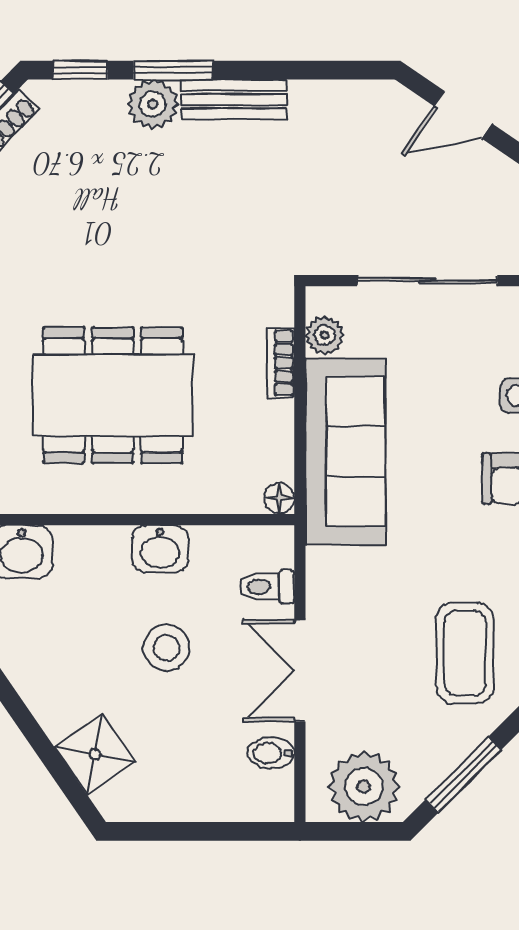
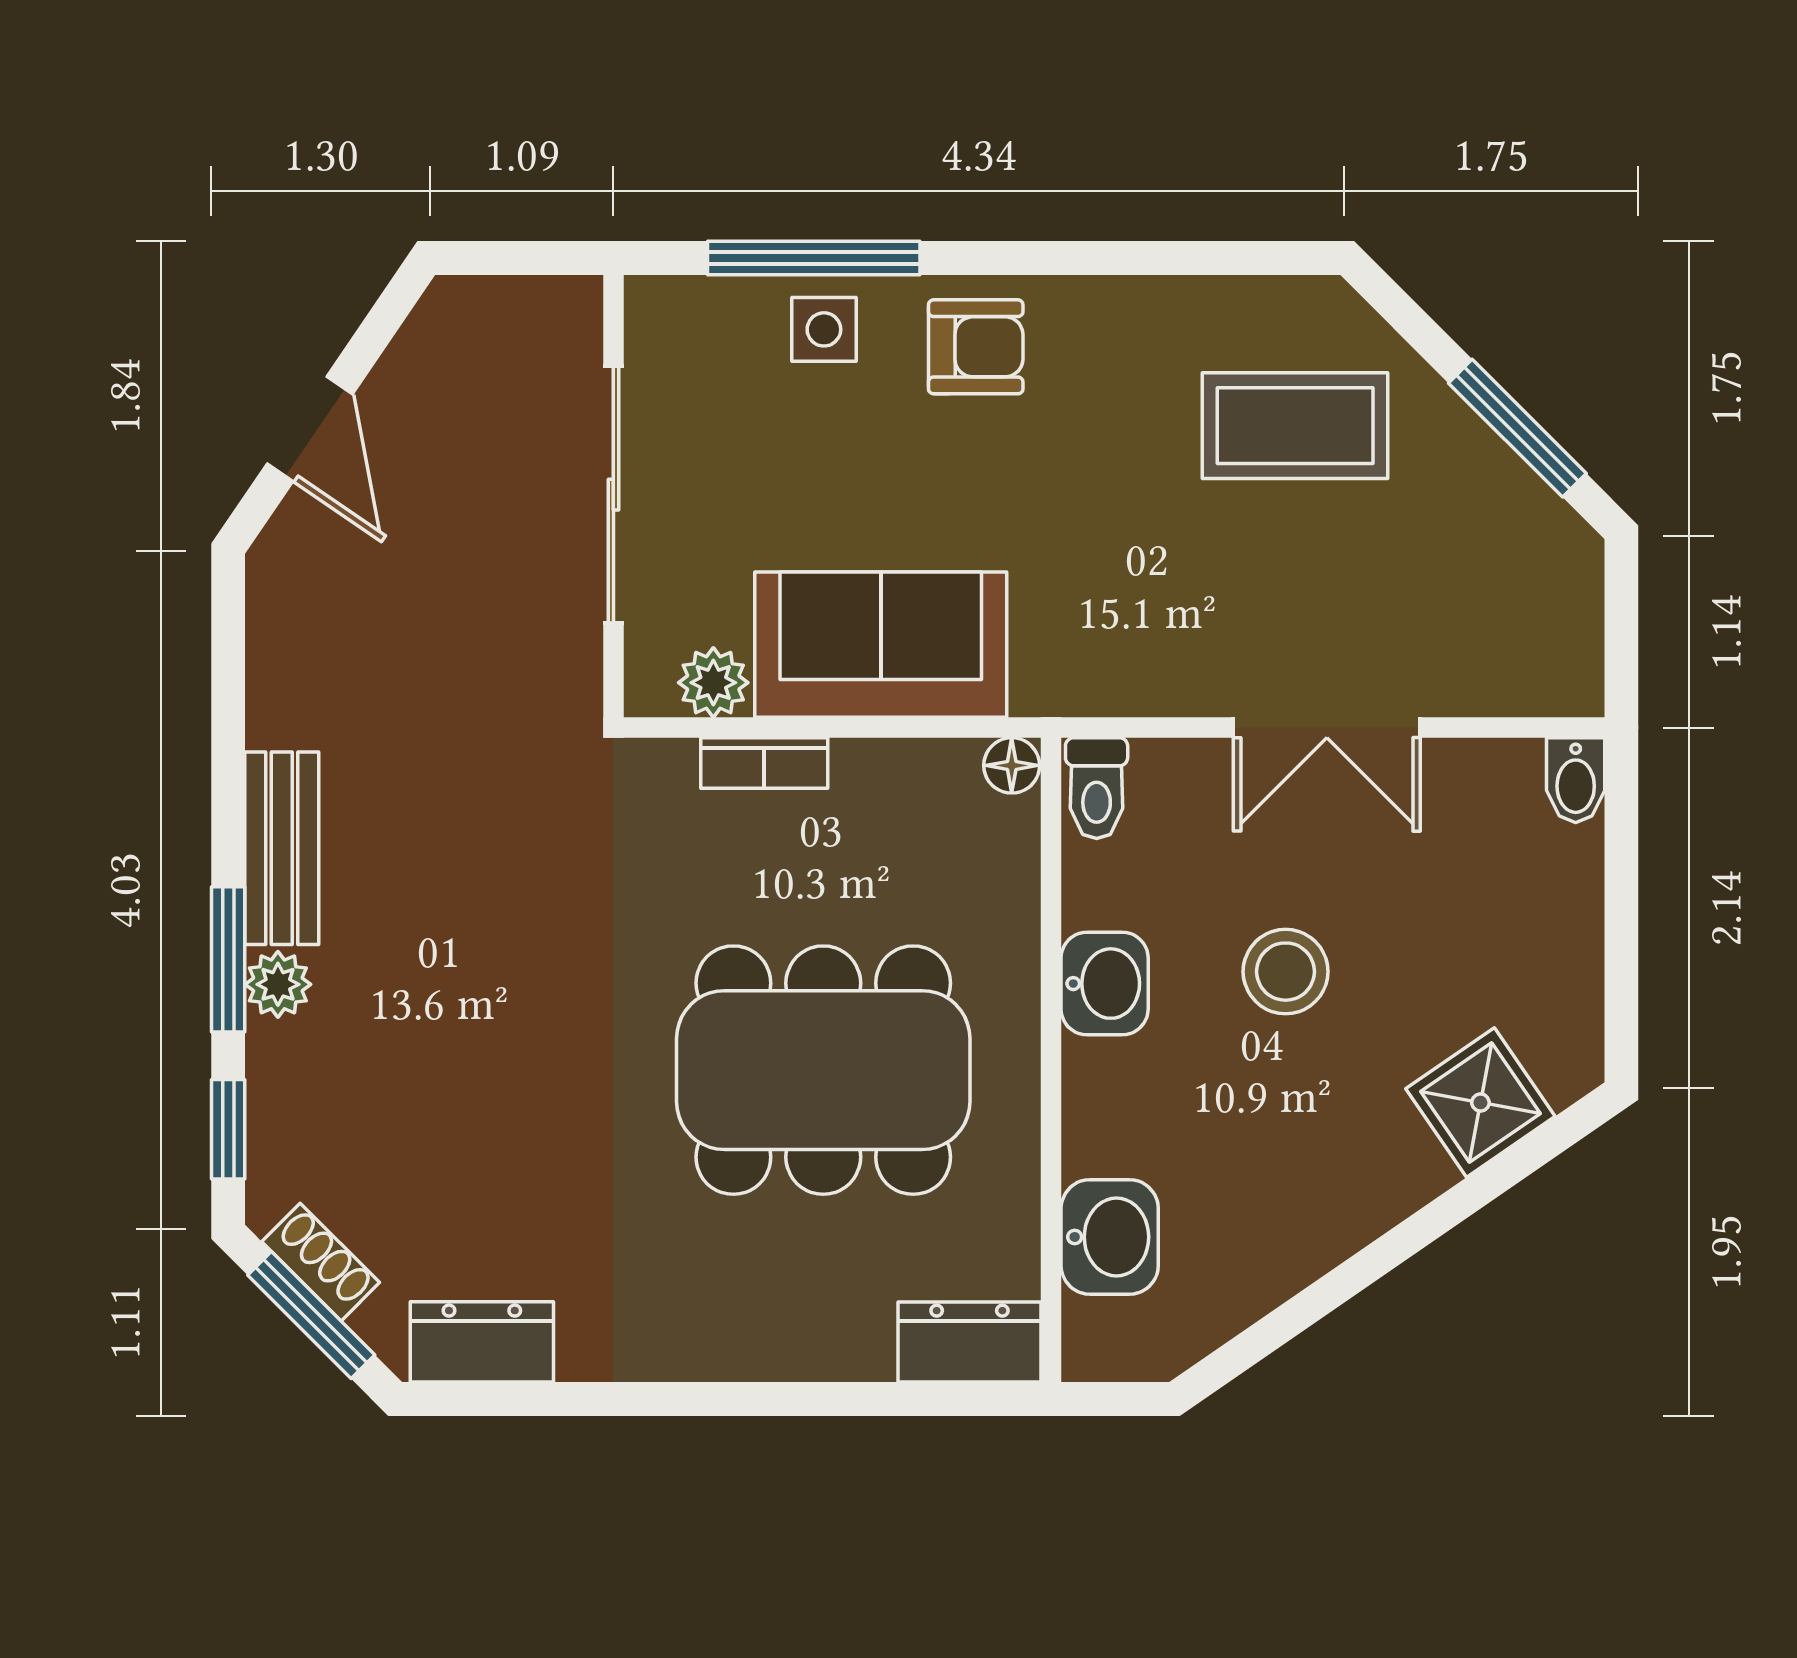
plant: (153, 104) -> (278, 984), width x0.73, depth x0.73
dining table: (113, 395) -> (823, 1070), turned 90
sofa: (345, 452) -> (881, 645), width x0.73
toilet: (267, 587) -> (1097, 788), moved
bidet: (271, 753) -> (1576, 780), moved
plant: (364, 787) -> (1539, 610), removed

